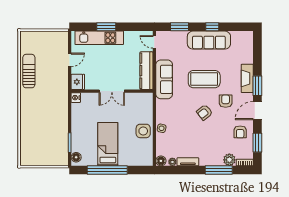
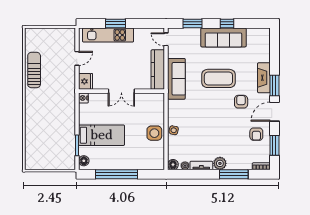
armchair: (205, 112) -> (219, 114), removed
bed: (108, 144) -> (102, 135), moved, turned 90
plant: (229, 160) -> (220, 163), moved

